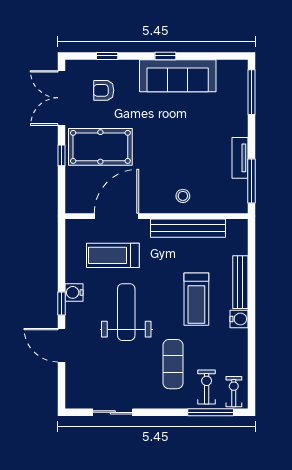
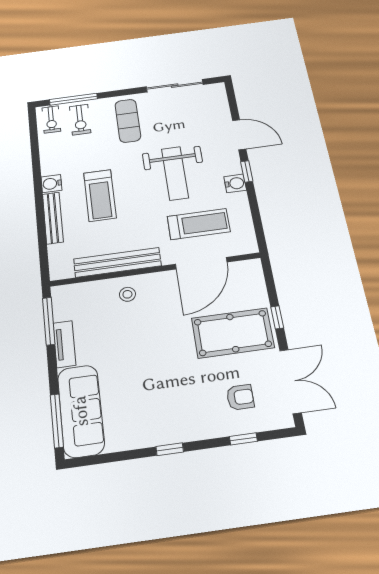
sofa: (178, 76) -> (81, 411), moved, turned 90
treadmill: (196, 299) -> (100, 195), turned 180
exercise mat: (173, 364) -> (128, 121), moved
sliding door: (113, 412) -> (175, 86), width x1.37

